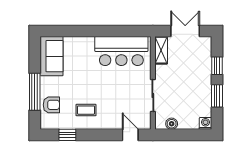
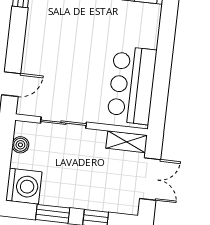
coffee table: (86, 110) -> (54, 25), removed
washing machine: (205, 123) -> (24, 186), width x1.89, depth x1.89

